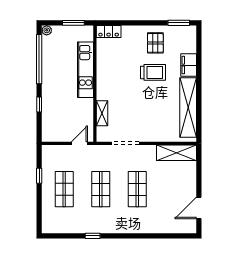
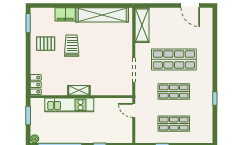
shelving: (102, 113) -> (79, 90), moved
shop shelf: (137, 189) -> (174, 59), width x1.43, depth x1.36

